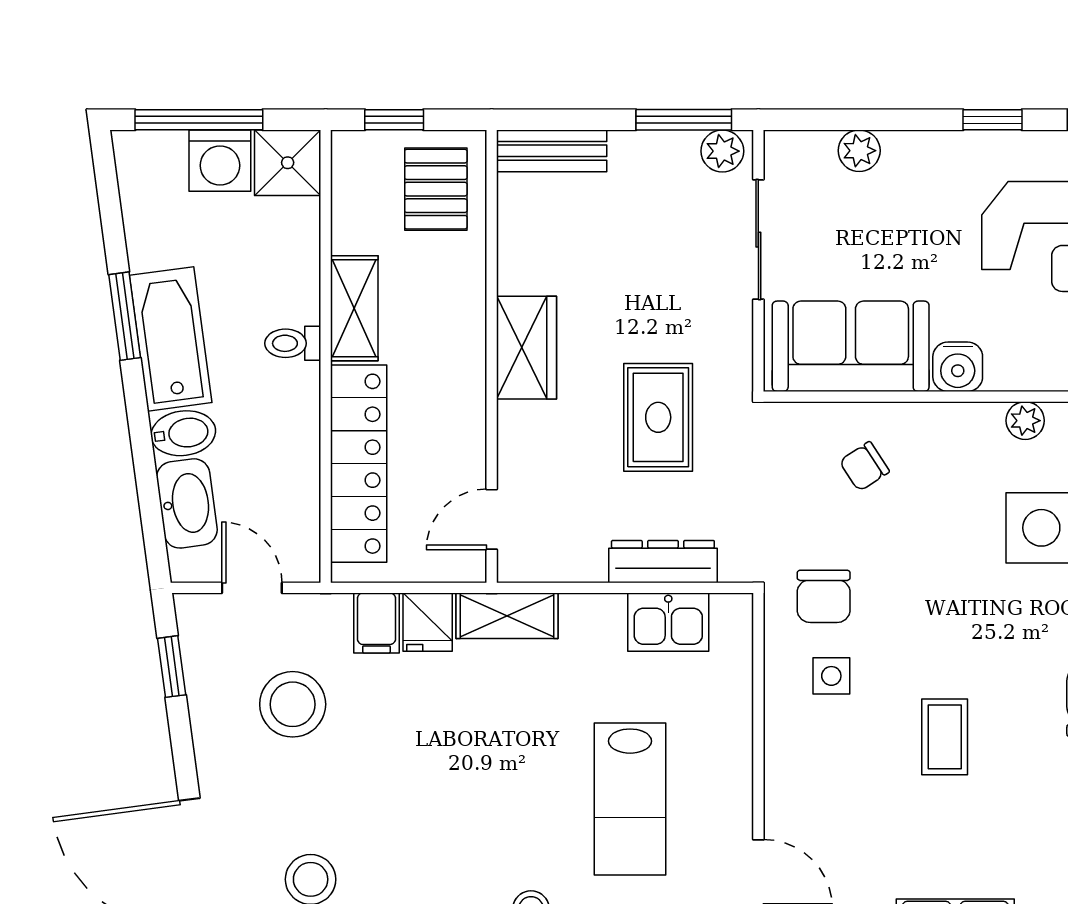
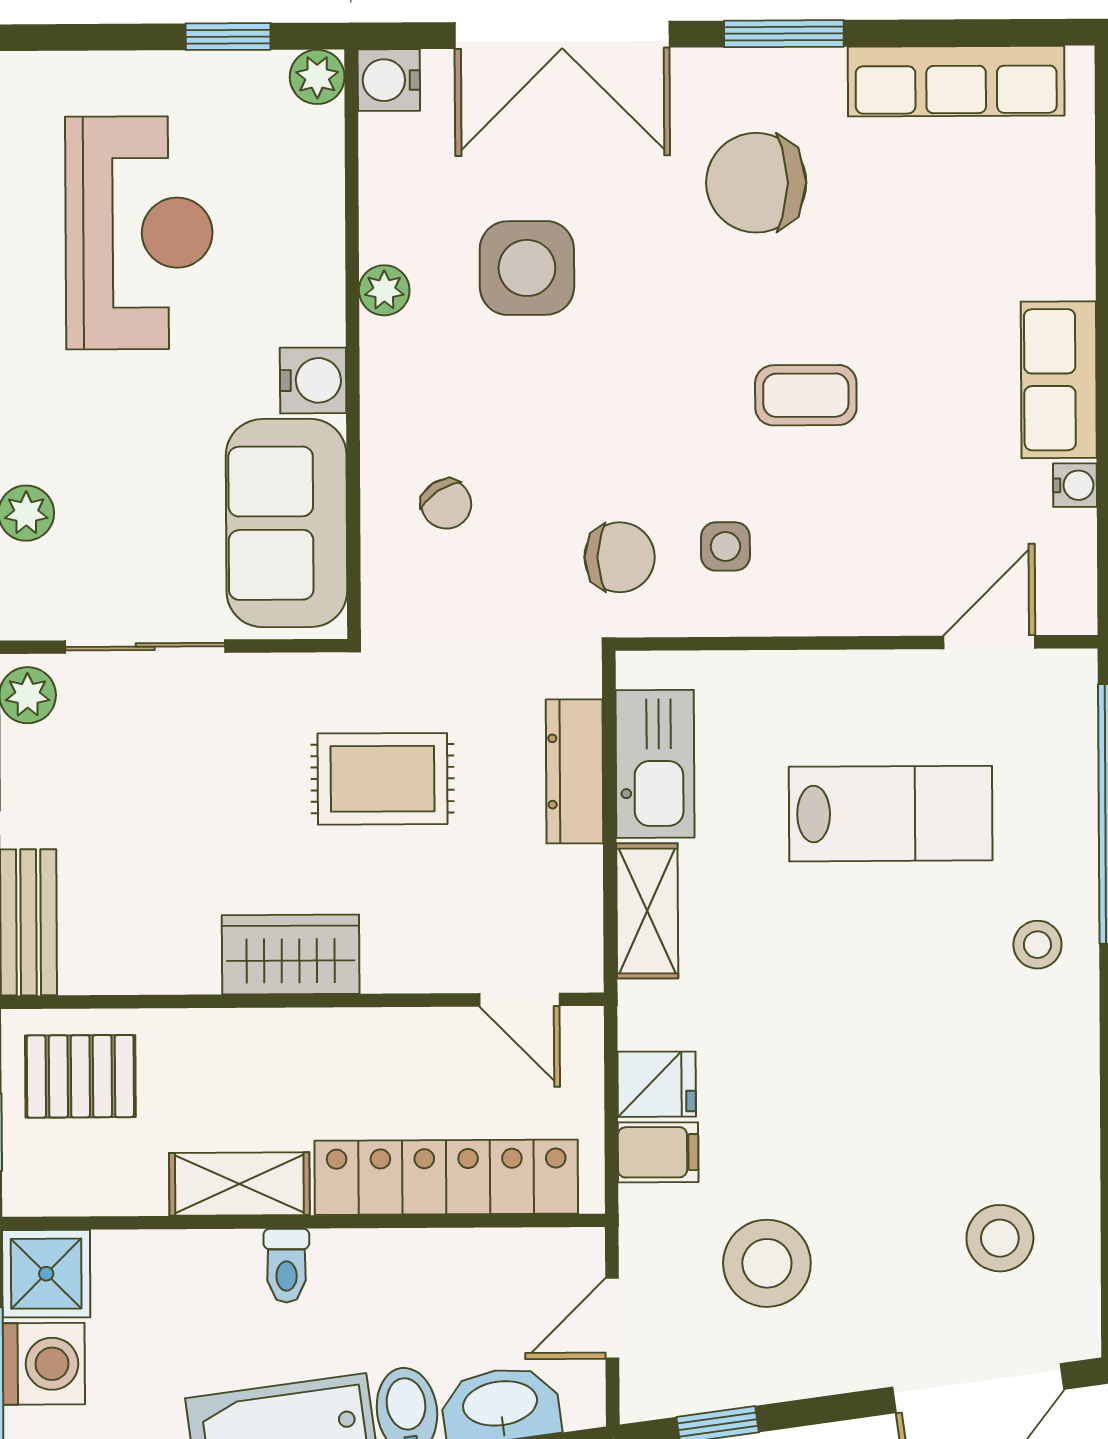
shelving: (507, 616) -> (647, 911), moved
kitchen sink: (668, 622) -> (655, 764), width x1.38

